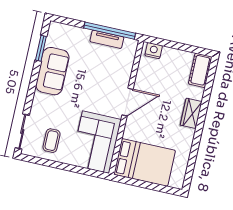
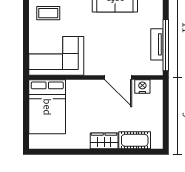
nightstand: (154, 51) -> (142, 87), moved, turned -90
cot: (200, 70) -> (135, 140), moved
door: (128, 102) -> (118, 78), moved

